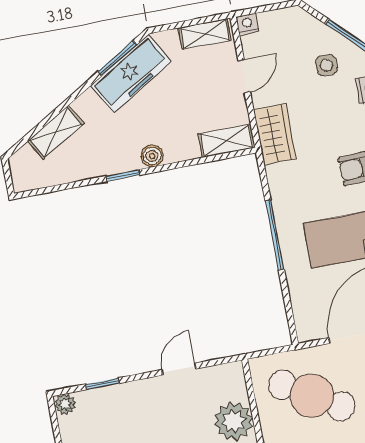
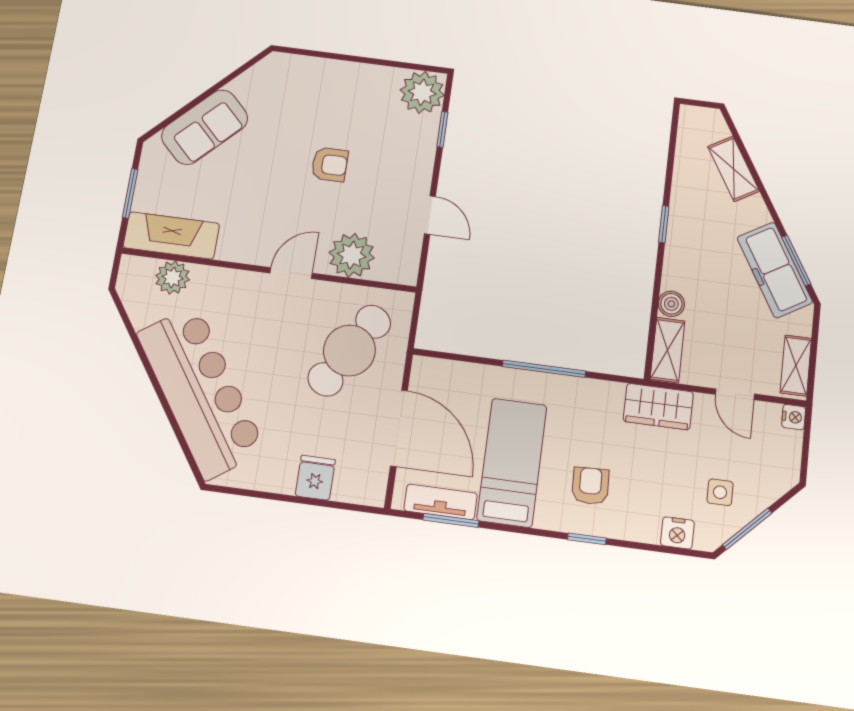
boiler: (152, 156) -> (671, 304), moved
plant: (65, 404) -> (422, 92), width x1.88, depth x1.88

